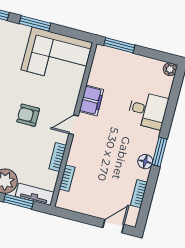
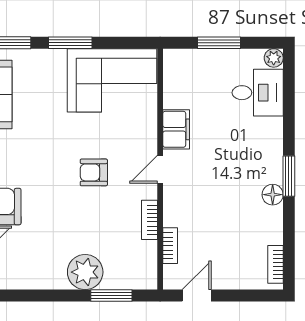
window: (119, 45) -> (219, 43), moved
desk: (148, 110) -> (258, 93), moved
tv unit: (35, 194) -> (131, 280), removed
bookcase: (139, 194) -> (275, 264), moved
door: (113, 226) -> (197, 296), moved

